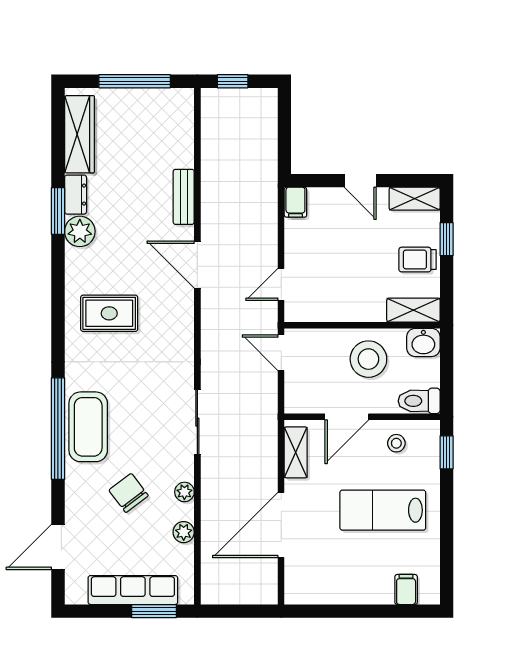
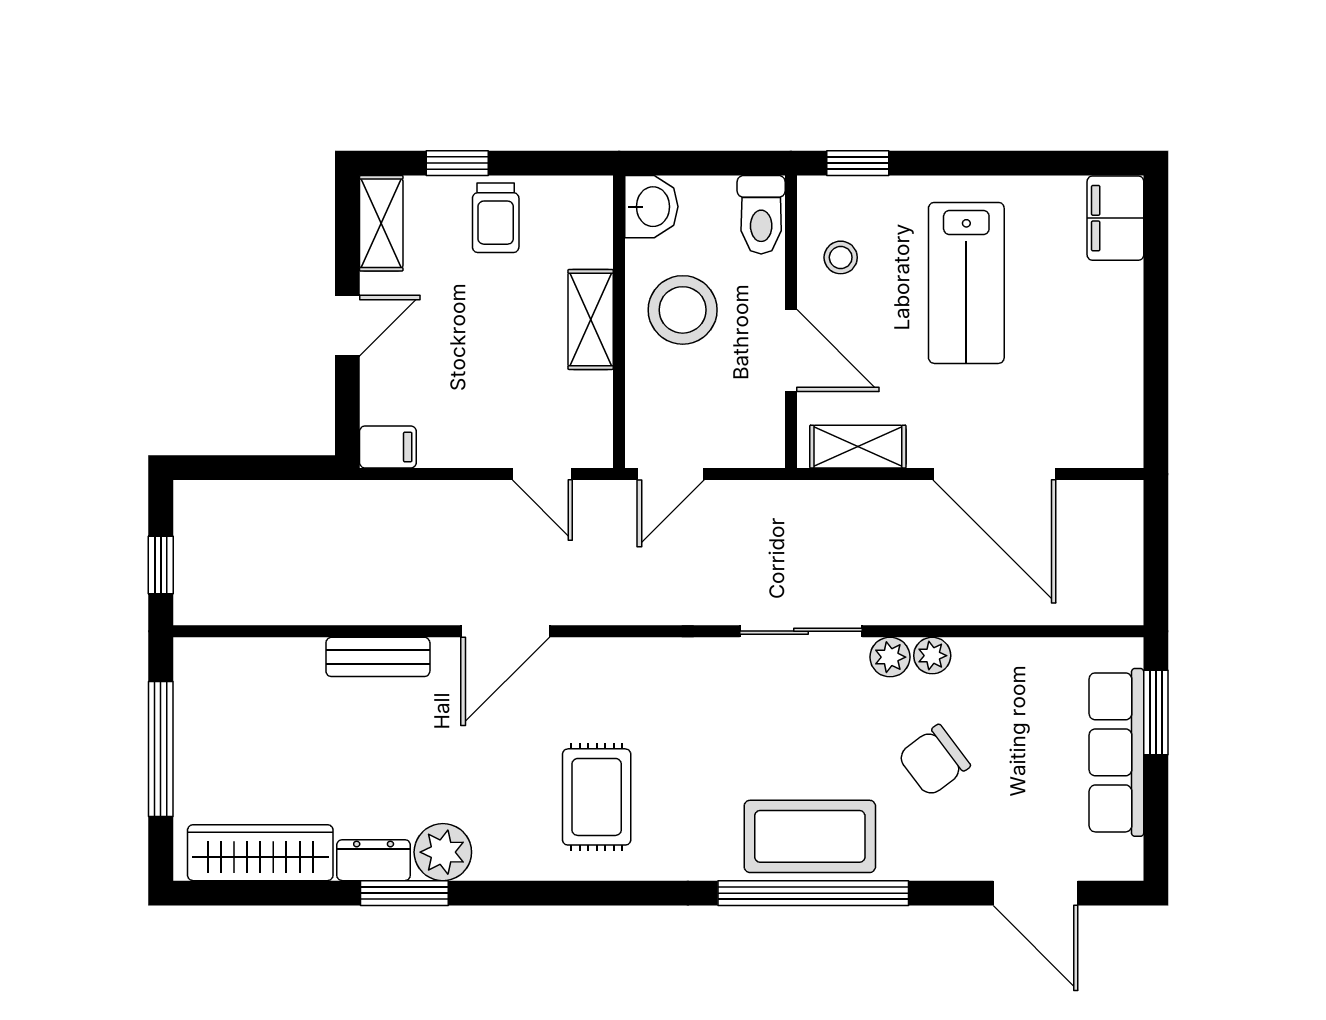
shelving: (413, 310) -> (591, 319), moved
plant: (184, 532) -> (890, 657), moved
filing cabinet: (406, 589) -> (1115, 218), width x2.00

